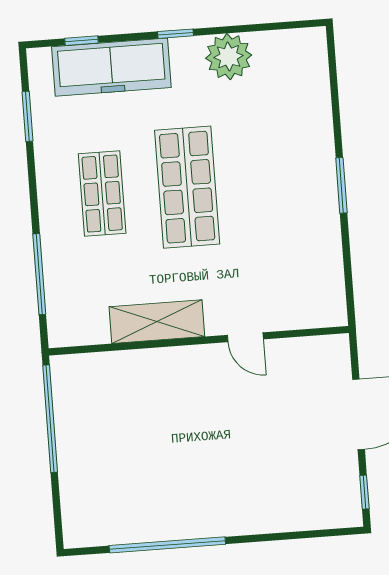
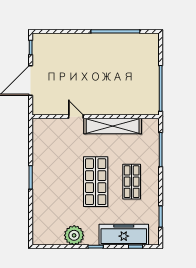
shelving: (157, 322) -> (113, 126), width x1.47

